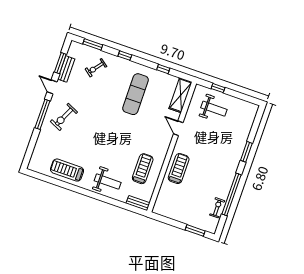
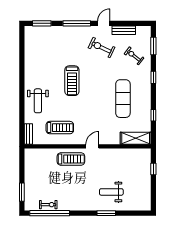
window: (60, 63) -> (42, 23), moved
exercise mat: (136, 94) -> (123, 99), turned 90
weight bench: (214, 109) -> (111, 192), moved, turned 90
exercise bike: (64, 117) -> (101, 47), moved
door: (178, 128) -> (92, 146), moved
treadmill: (67, 170) -> (72, 81), moved, turned 180
window: (232, 194) -> (50, 213), moved

